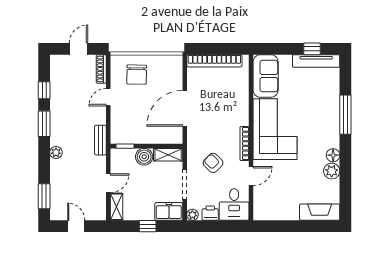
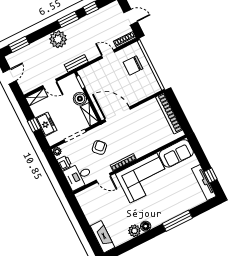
door: (185, 108) -> (118, 114), moved
plant: (56, 152) -> (58, 39), width x1.88, depth x1.88
freezer: (169, 211) -> (46, 124), moved

